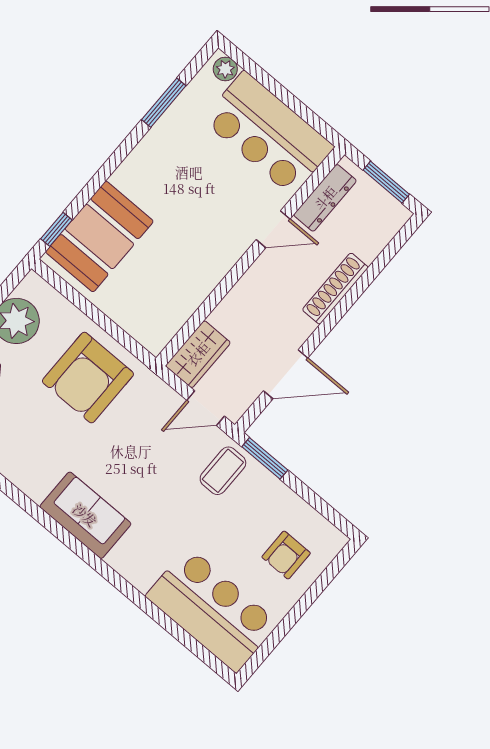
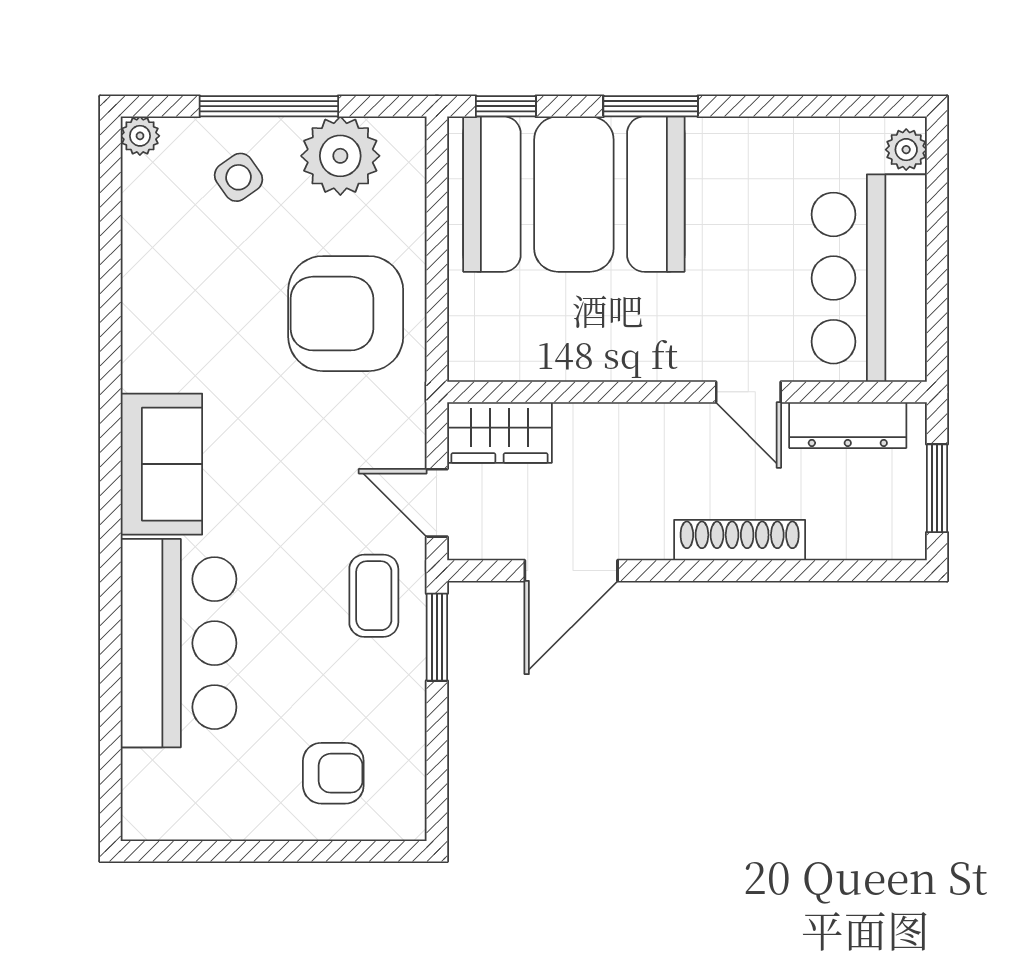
window: (164, 103) -> (651, 106), moved
booth: (99, 237) -> (574, 194), width x1.36, depth x1.42
door: (286, 374) -> (571, 571), hinge flipped
coffee table: (223, 471) -> (374, 596), turned 90
armchair: (286, 555) -> (333, 773), turned 180
bar counter: (212, 610) -> (179, 643), moved

